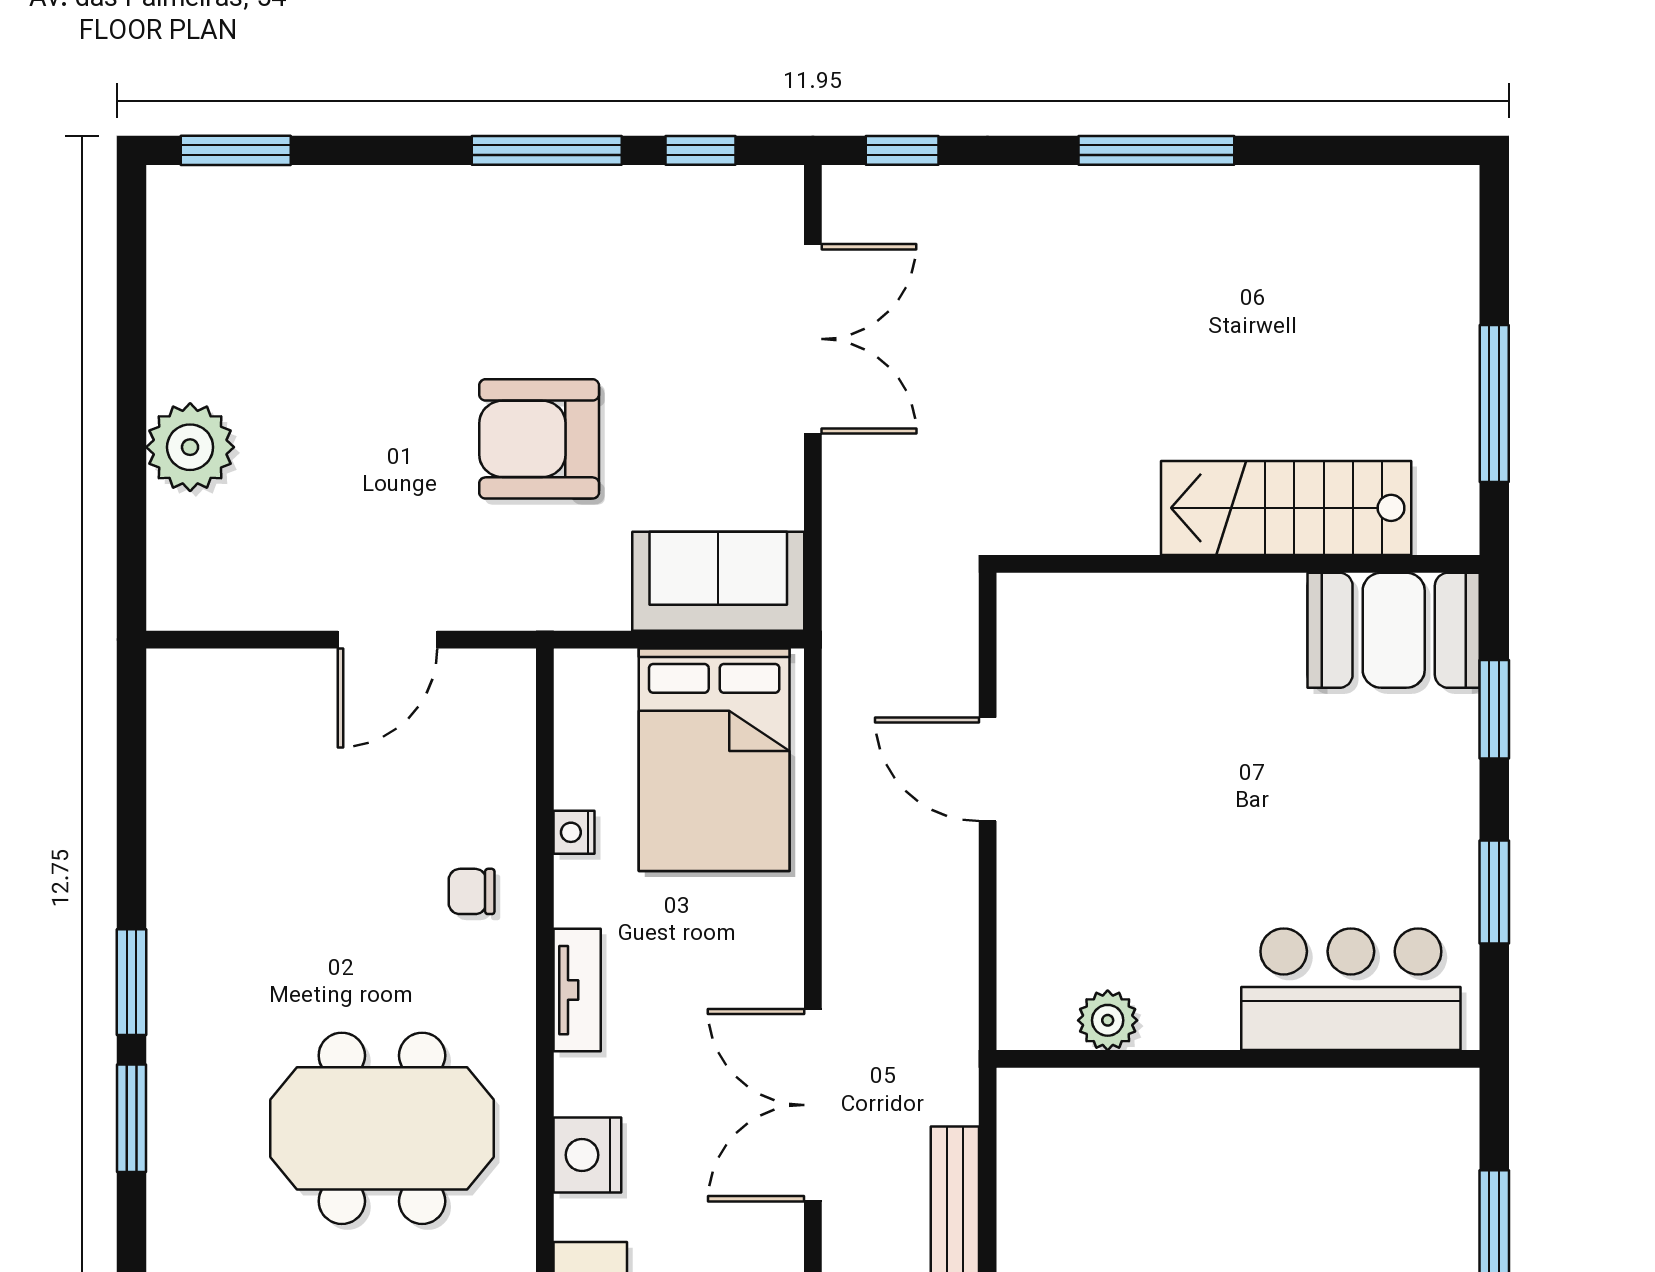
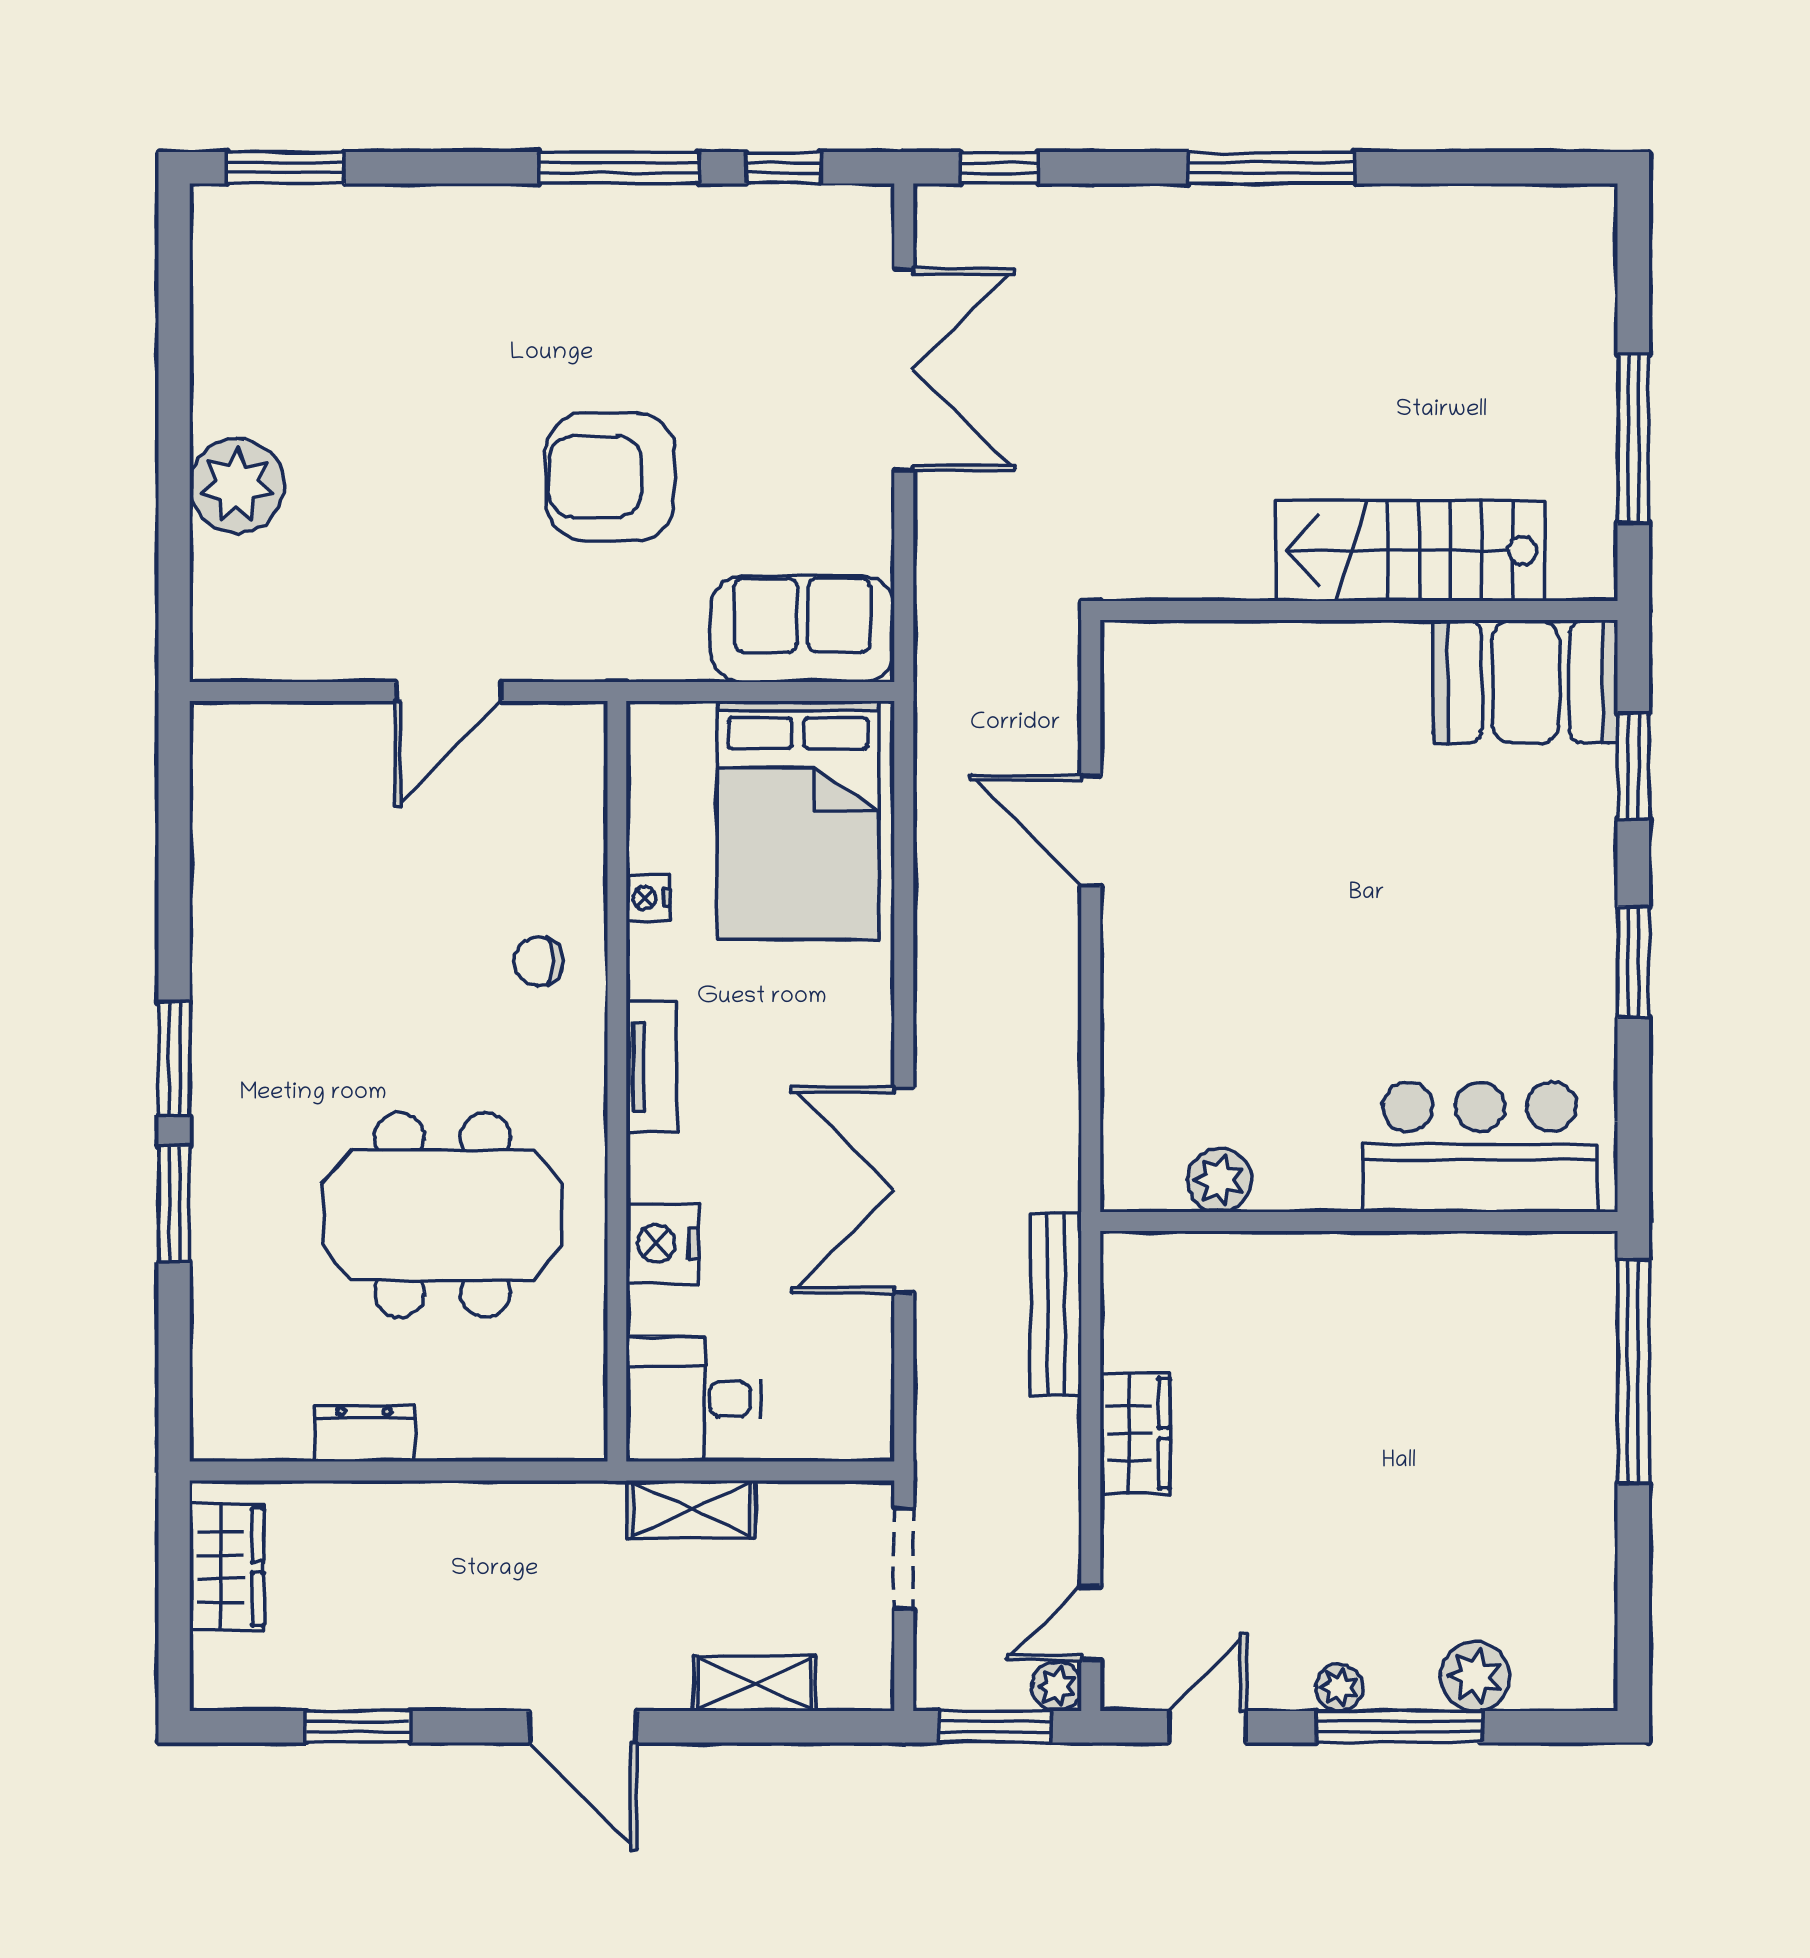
bar counter: (1351, 989) -> (1480, 1147), moved
plant: (1108, 1020) -> (1219, 1180), moved
wall: (1238, 1059) -> (1359, 1222), moved

